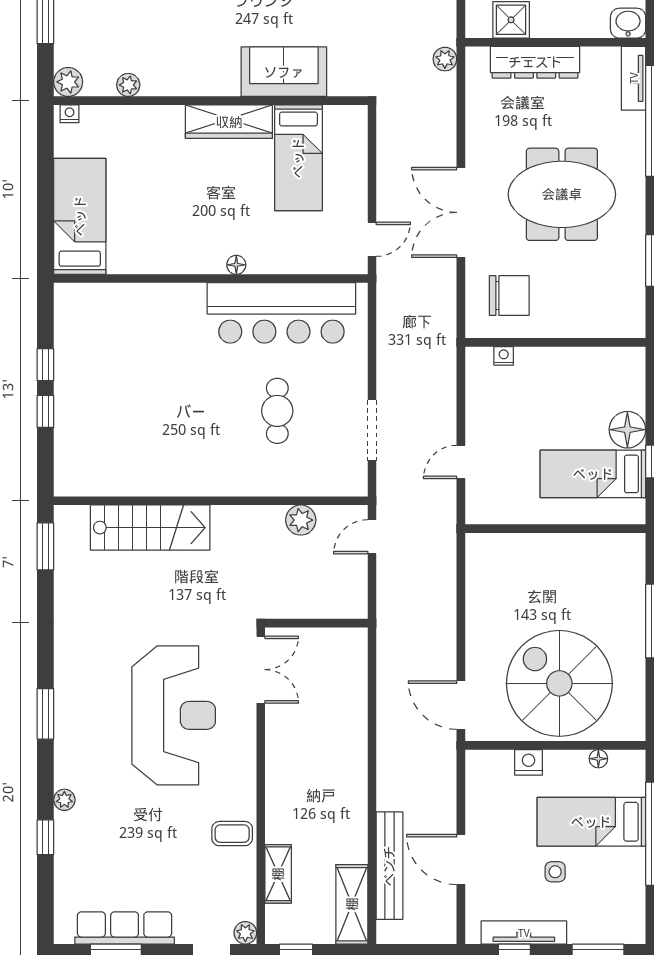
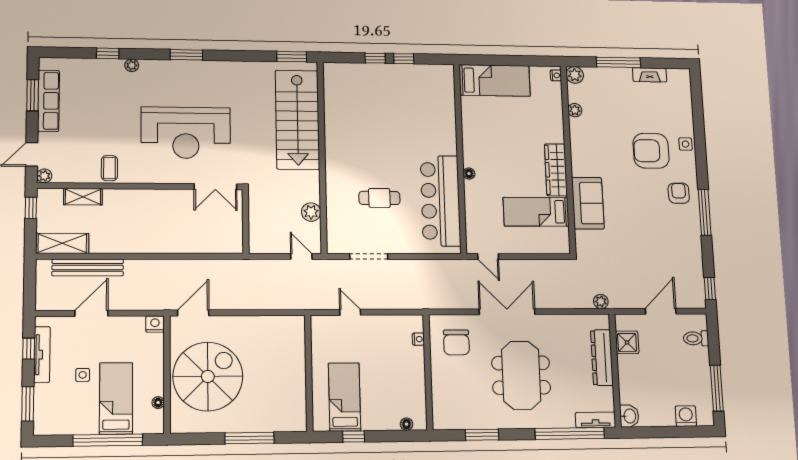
floor lamp: (627, 430) -> (407, 424), moved, width x0.53, depth x0.53
stairs: (150, 528) -> (297, 120), width x1.36, depth x1.51
nightstand: (529, 762) -> (155, 324), moved, turned -90

